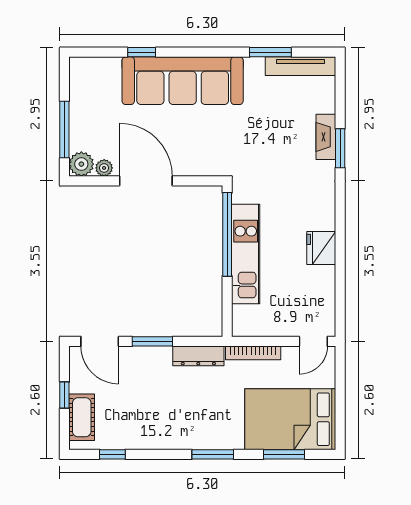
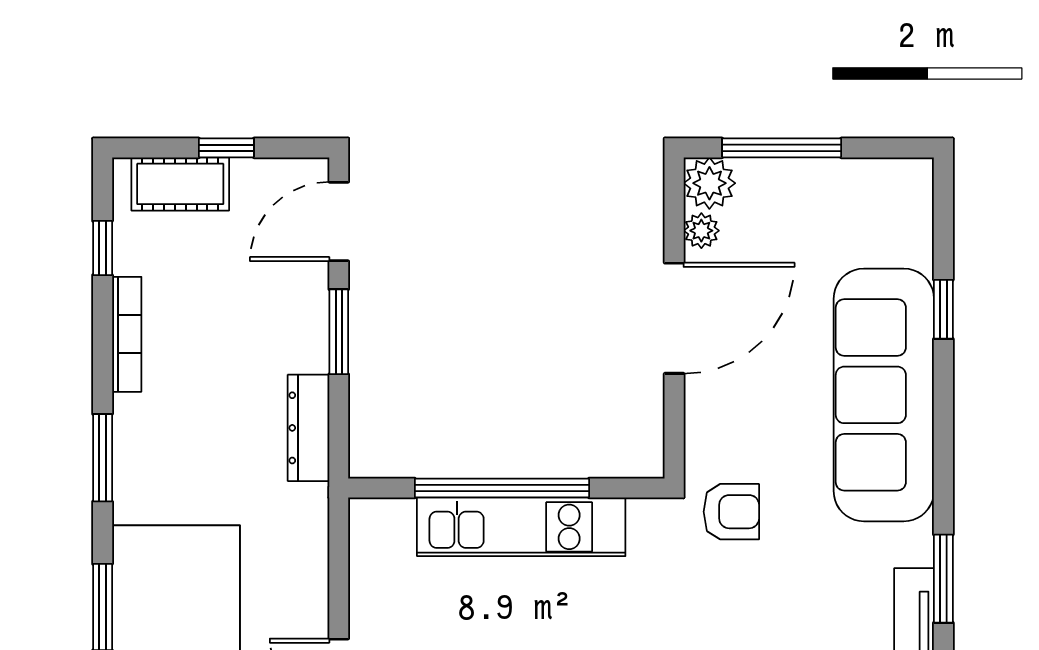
armchair: (238, 154) -> (731, 512), added
window: (227, 234) -> (502, 488), moved
bookcase: (253, 353) -> (127, 334), moved, turned 180

